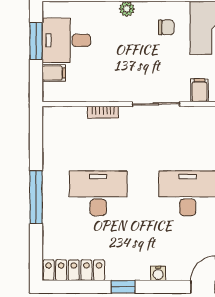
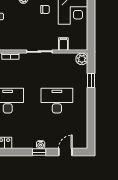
window: (123, 287) -> (39, 152), moved

